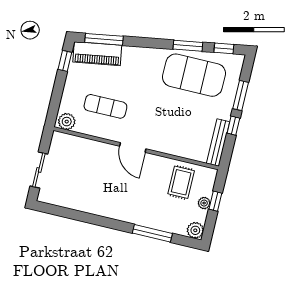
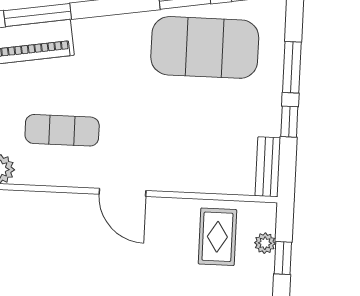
bench: (218, 143) -> (268, 167), width x0.73
plant: (204, 203) -> (265, 243), moved

